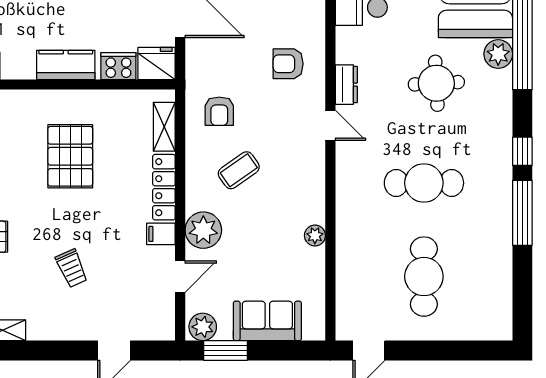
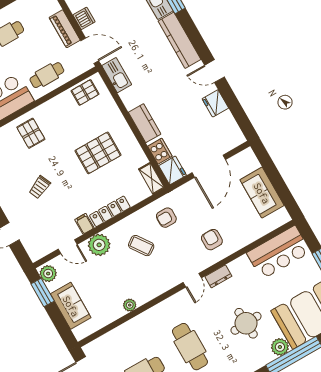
shelving: (164, 127) -> (152, 178), moved, turned 90

